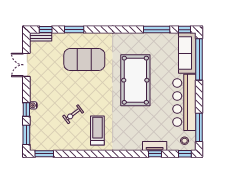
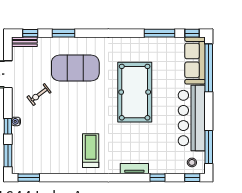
exercise bike: (73, 114) -> (39, 95), moved
tv unit: (155, 146) -> (134, 169), moved

